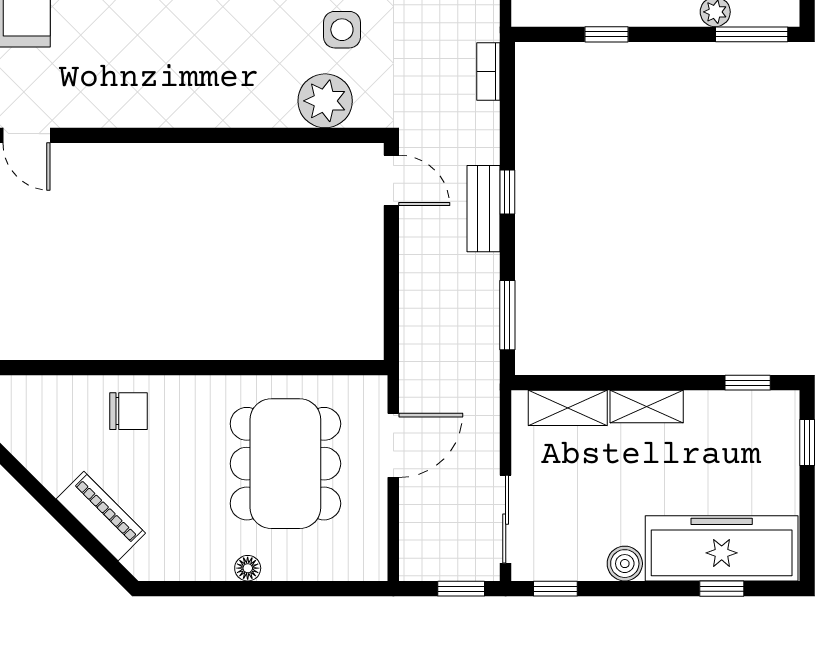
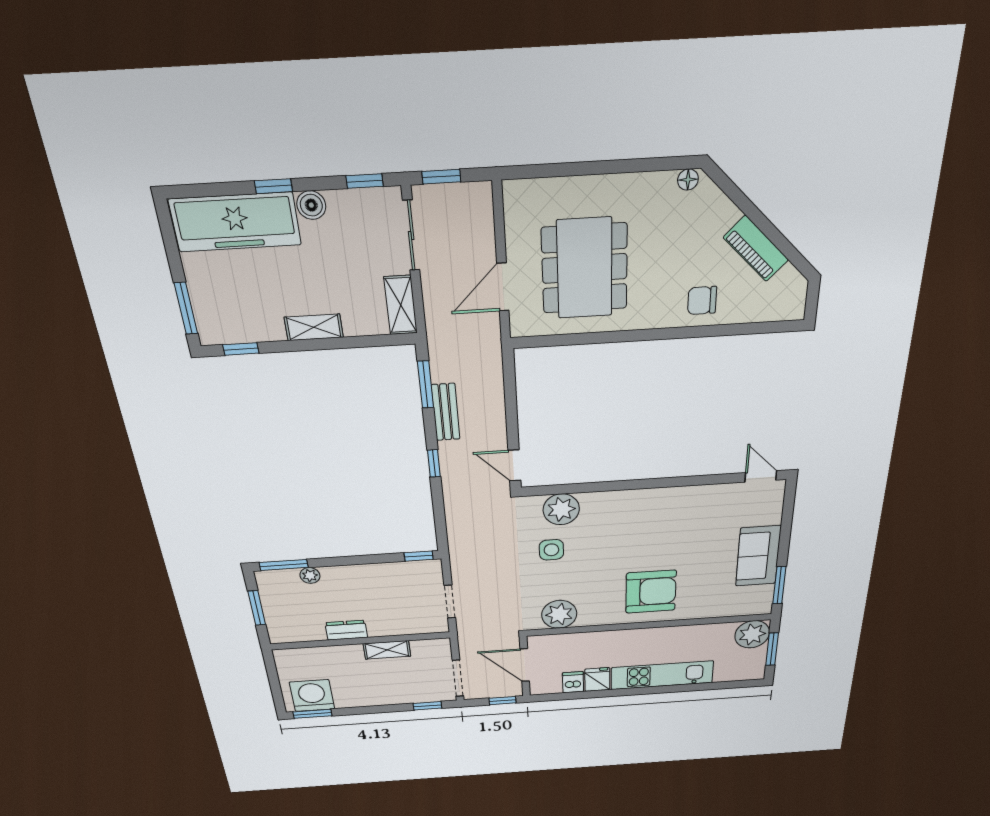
window: (607, 34) -> (419, 556), moved
bookcase: (488, 71) -> (454, 533), removed
bench: (484, 209) -> (446, 412), moved
shelving: (568, 408) -> (401, 305), moved, turned 90
window: (807, 442) -> (186, 308), width x1.50
piano: (101, 516) -> (756, 249), moved
floor lamp: (248, 568) -> (688, 180), moved
window: (722, 589) -> (273, 186), moved

